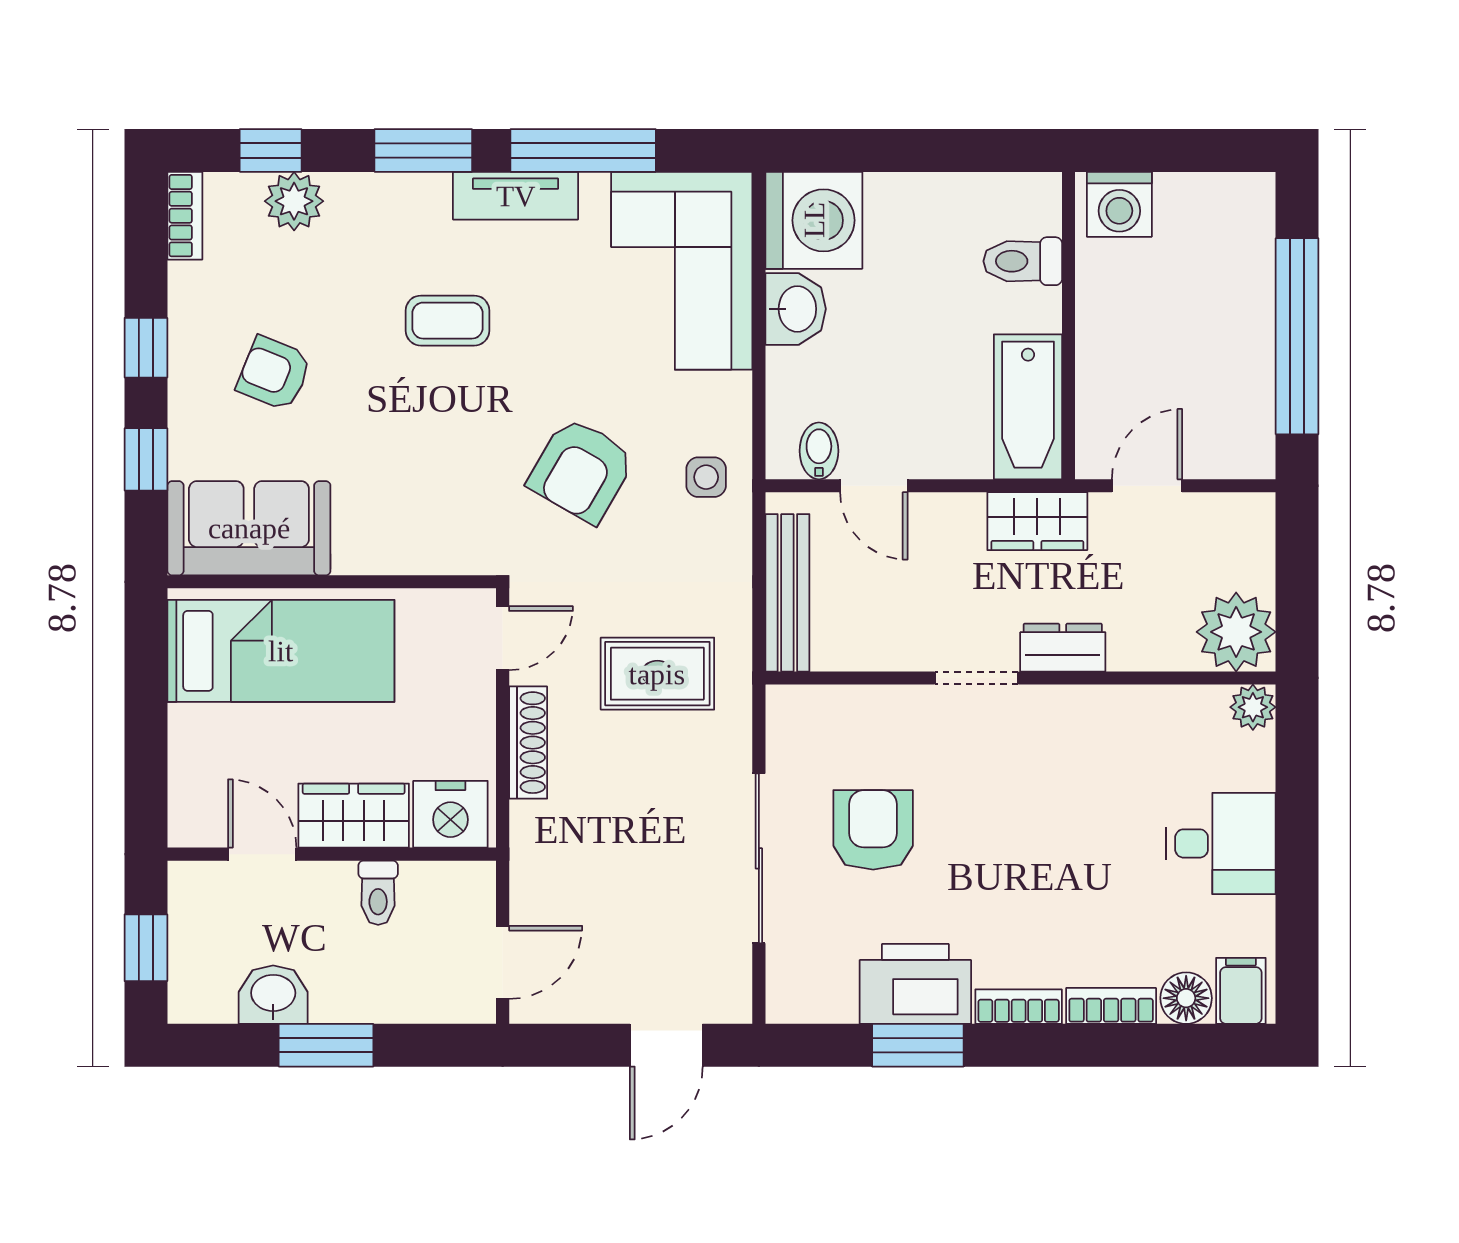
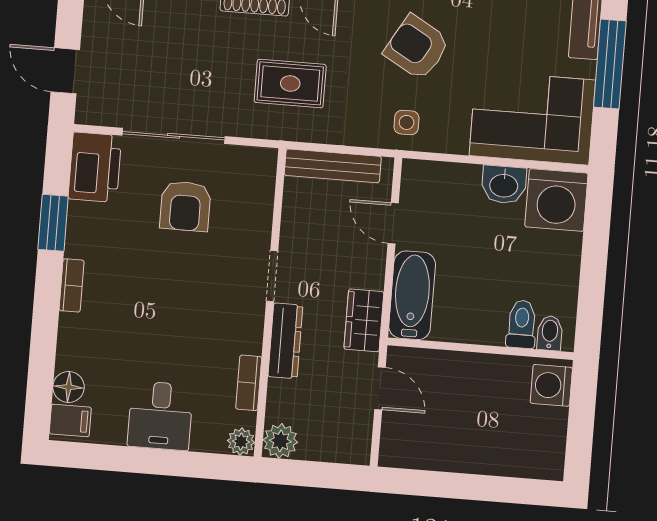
window: (1297, 336) -> (463, 486), removed
bathtub: (1028, 407) -> (412, 295), moved, turned 90
bidet: (819, 451) -> (550, 333), moved, turned -90
door: (874, 486) -> (393, 223), hinge flipped
plant: (1236, 632) -> (280, 441), width x0.73, depth x0.73
dresser: (1063, 648) -> (285, 341), width x1.44
rug: (657, 674) -> (290, 83), turned 90
armchair: (873, 830) -> (185, 206), turned 90
printer: (915, 984) -> (95, 167), moved
bookcase: (1111, 1006) -> (249, 383), moved, turned 180

